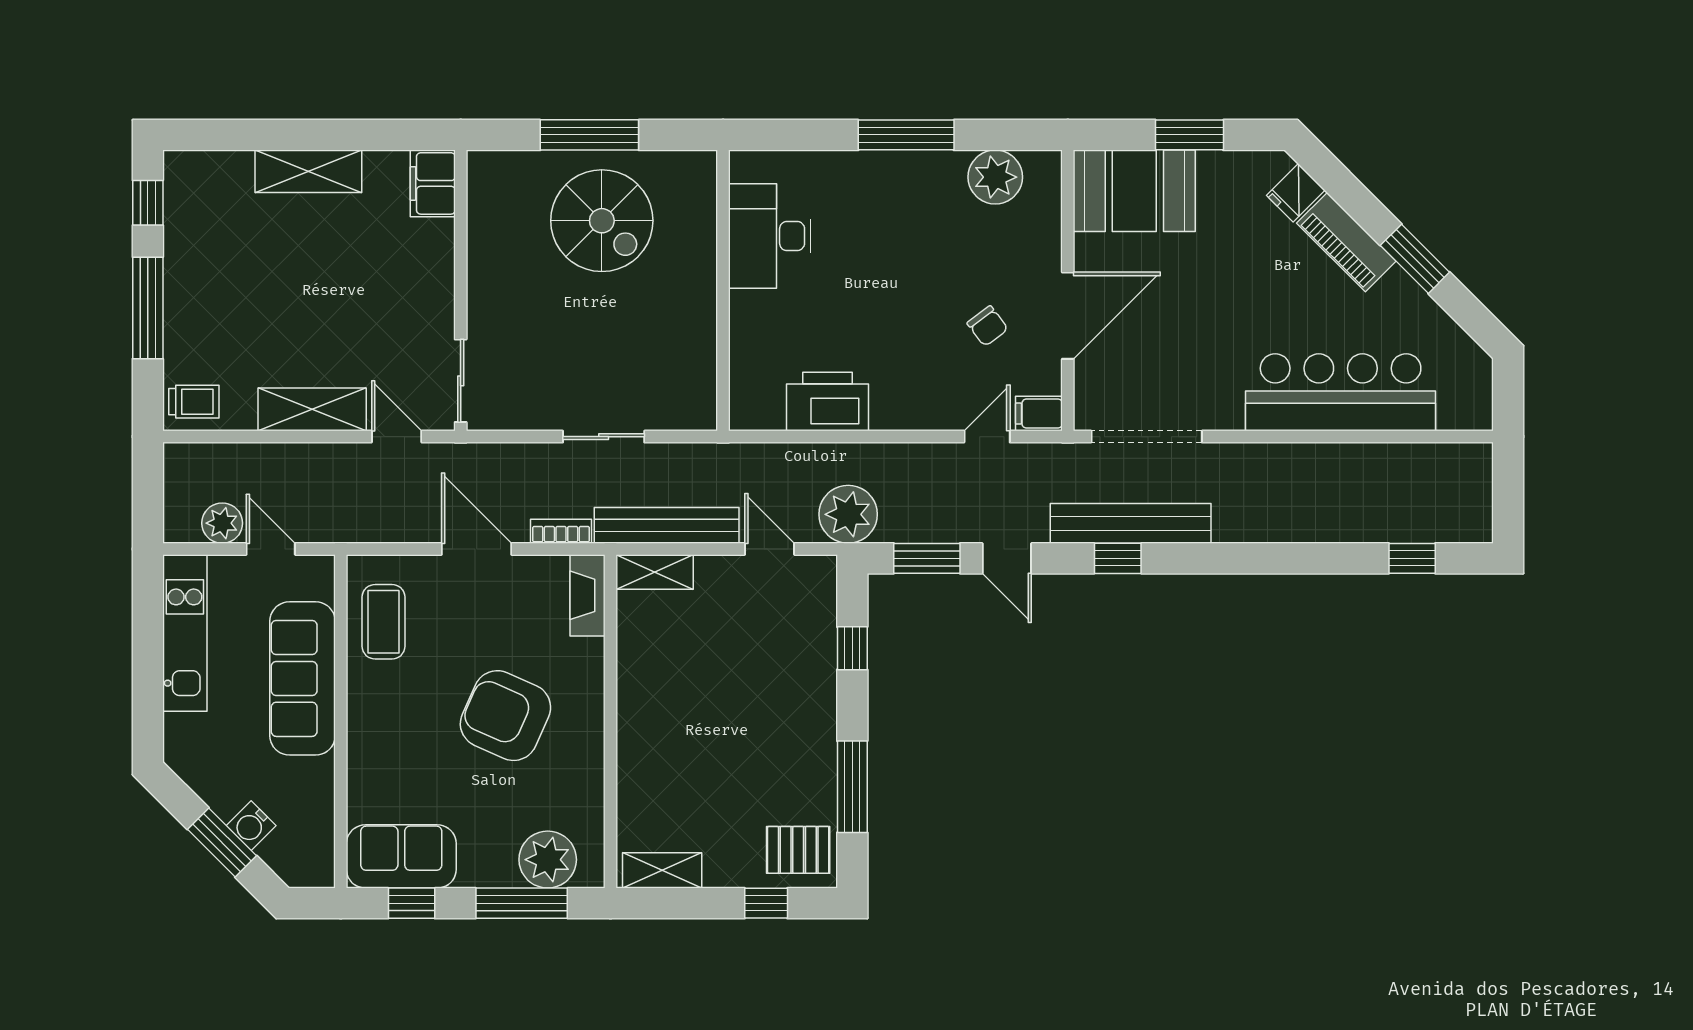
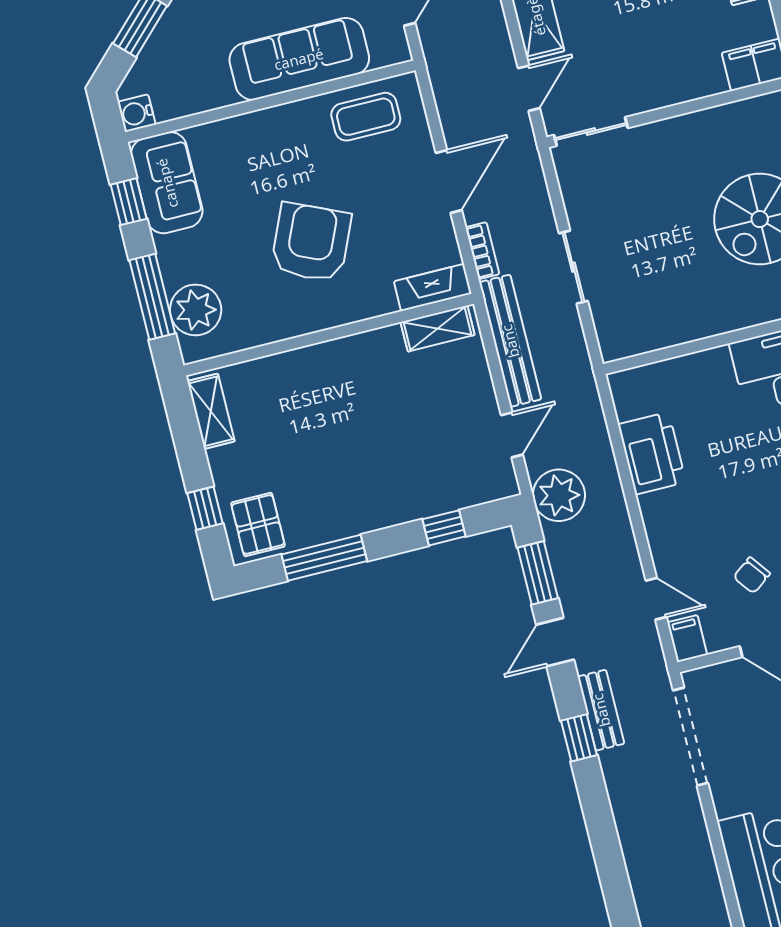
bench: (1131, 523) -> (601, 710), width x0.54, depth x0.82
shelving: (655, 572) -> (438, 328), moved, turned 90
water cooler: (251, 826) -> (136, 113), moved, turned -45

